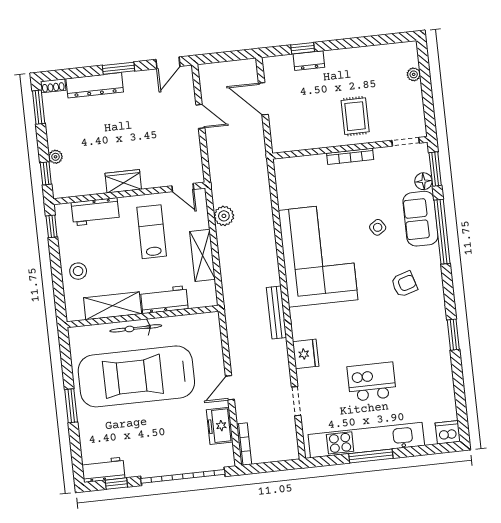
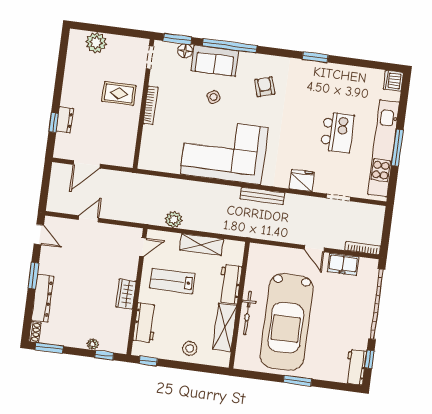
plant: (414, 74) -> (96, 43), width x1.87, depth x1.87
kitchen island: (372, 382) -> (337, 132), turned 180

